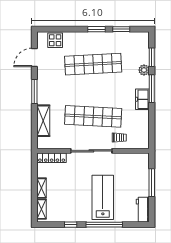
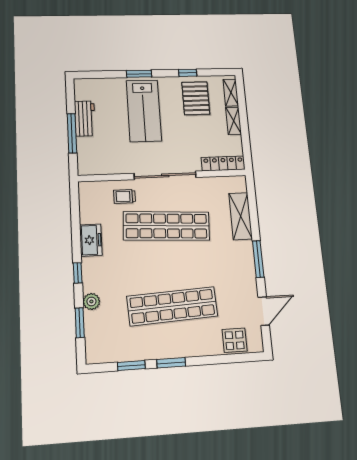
window: (152, 89) -> (78, 273), width x0.46
freezer: (142, 99) -> (91, 240), moved
pallet: (66, 205) -> (196, 98), added
workbench: (143, 210) -> (85, 118), moved
window: (104, 225) -> (139, 74), width x0.47

